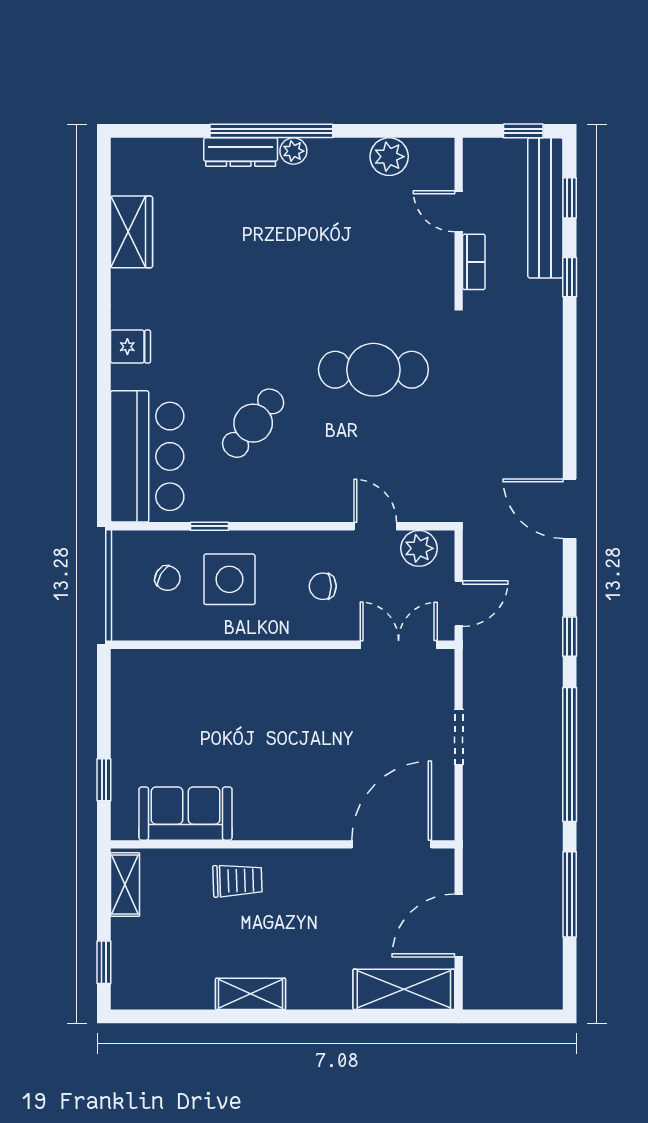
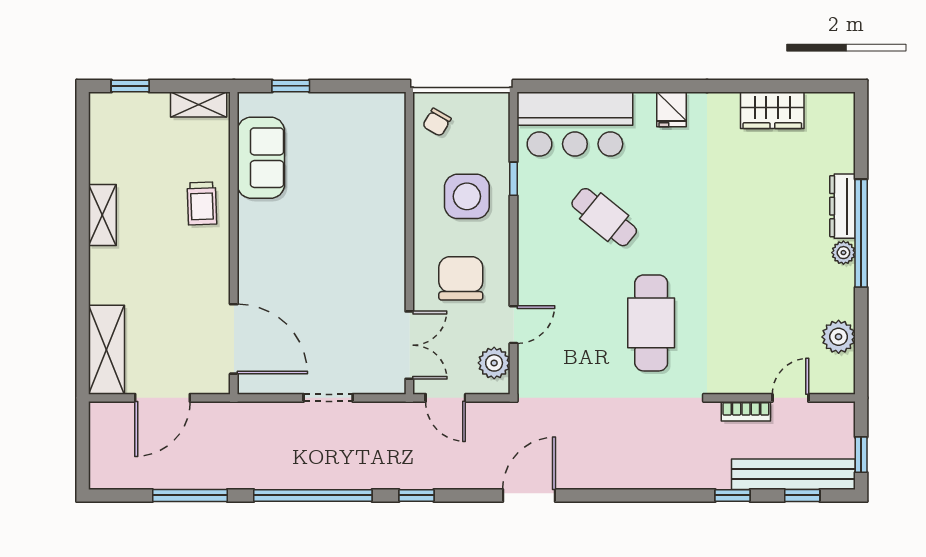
chair: (168, 578) -> (437, 122), moved
chair: (323, 586) -> (461, 278), width x1.87, depth x1.87
door: (459, 925) -> (163, 398), swing flipped

